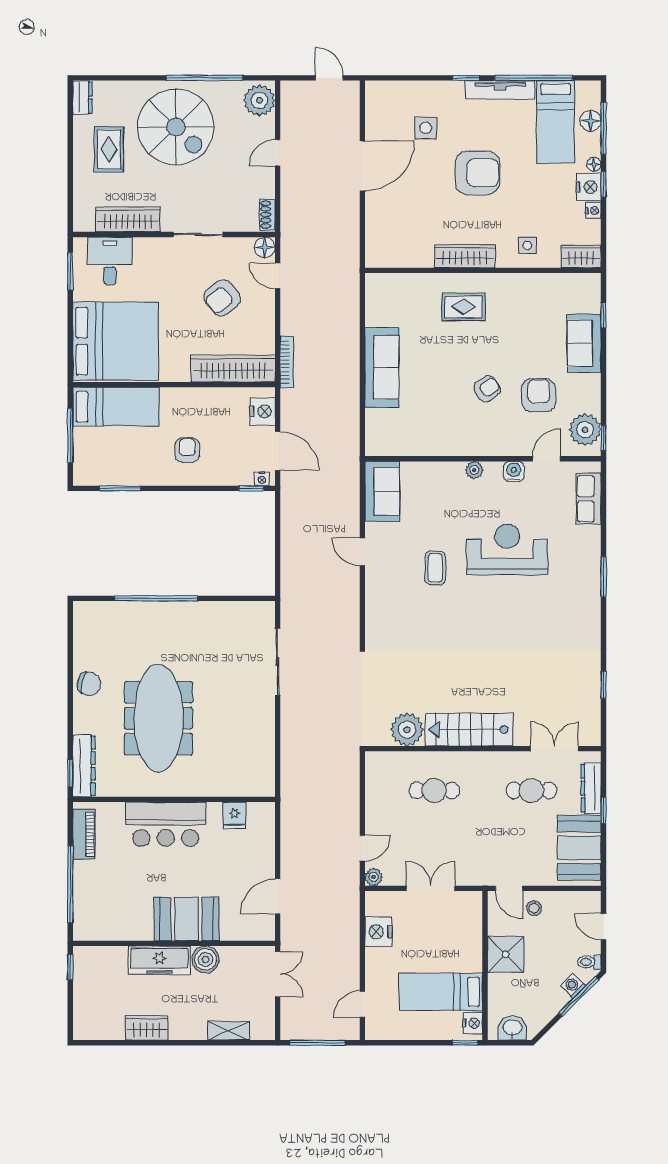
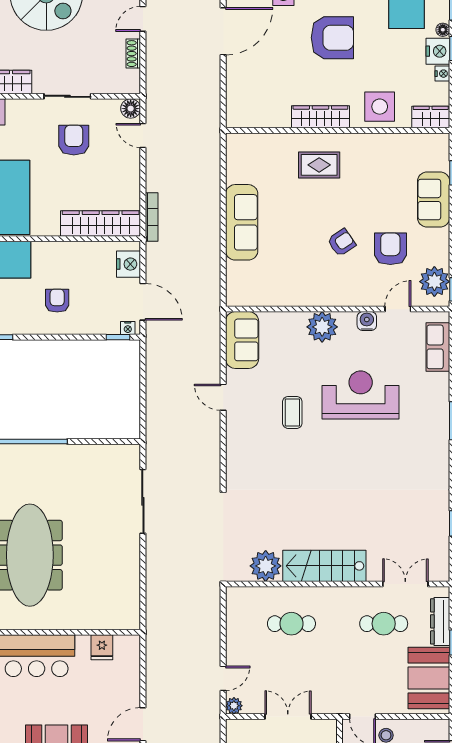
shoe rack: (268, 215) -> (133, 54), moved
side table: (527, 245) -> (380, 107), width x1.87, depth x1.87
armchair: (222, 298) -> (74, 140), moved, turned 129
plant: (474, 470) -> (322, 327), width x1.87, depth x1.87

